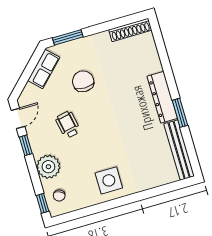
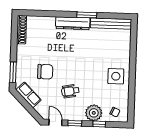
chair: (83, 81) -> (45, 72), turned 180
window: (43, 203) -> (99, 124), moved

